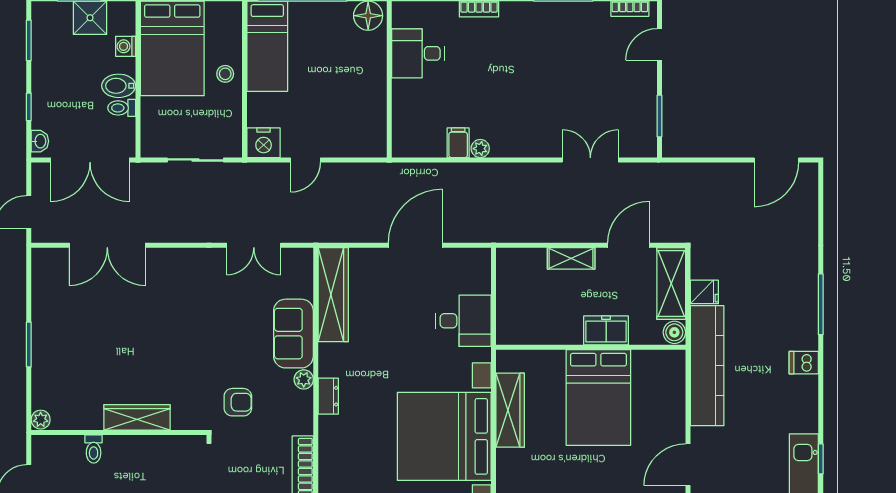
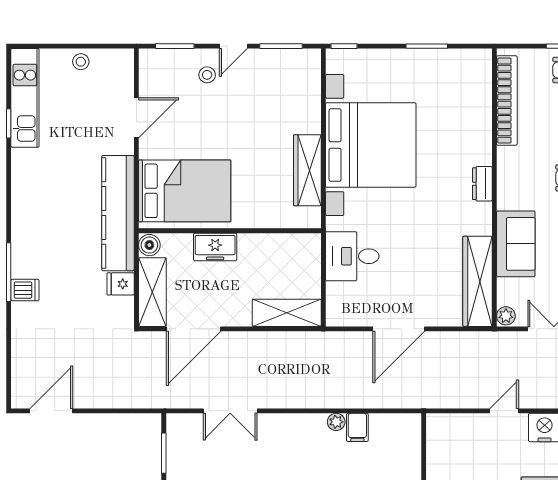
door: (628, 245) -> (194, 329), width x1.36
shelving: (571, 258) -> (287, 313), moved, width x1.50, depth x1.33
dishwasher: (804, 363) -> (25, 290), moved
plant: (304, 379) -> (506, 316), moved
bed: (598, 397) -> (185, 191), moved, turned 90

